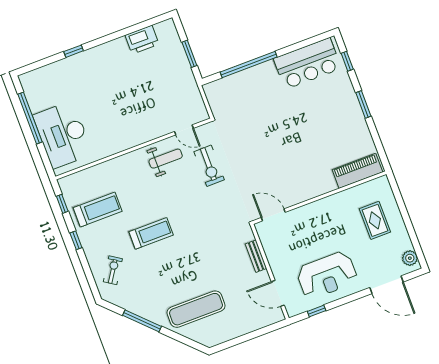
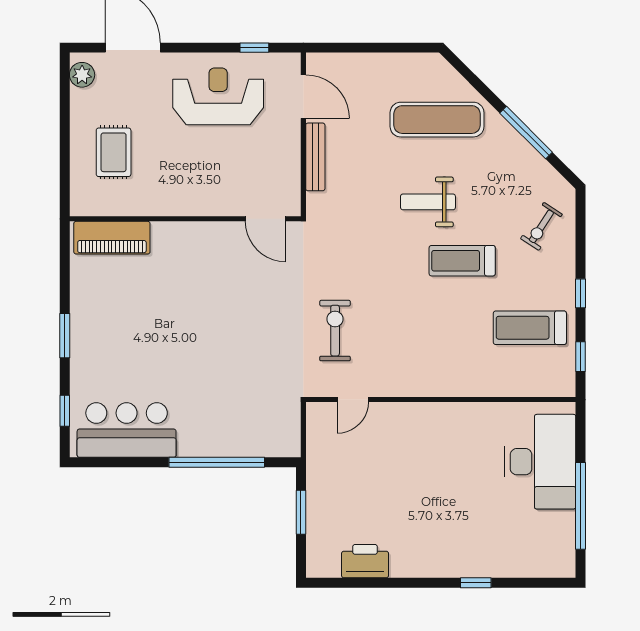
door: (184, 130) -> (353, 400), swing flipped
weight bench: (166, 159) -> (428, 202), moved
bench: (256, 256) -> (315, 157), width x1.36

